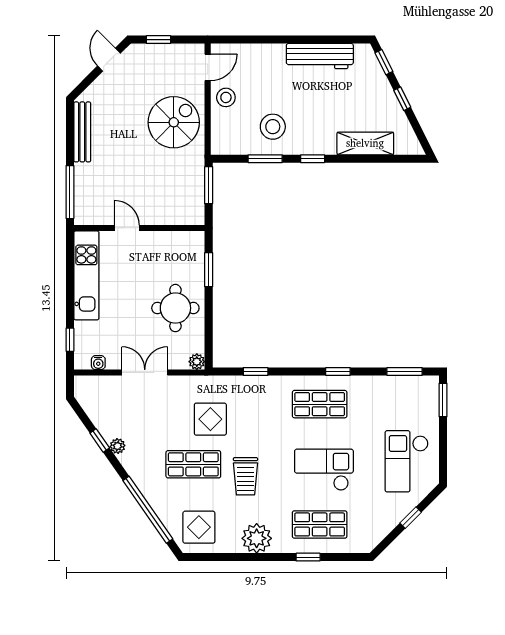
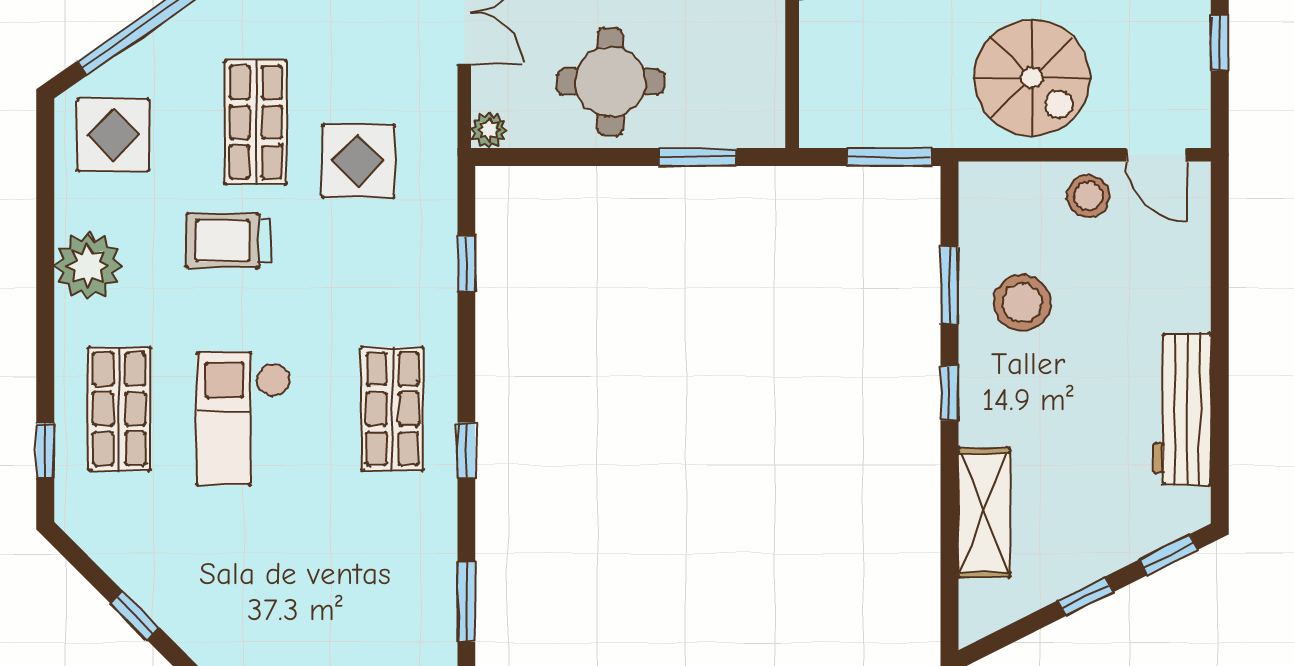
checkout: (407, 461) -> (263, 606), removed
checkout: (324, 470) -> (243, 419), turned 180
window: (308, 557) -> (45, 451), moved

